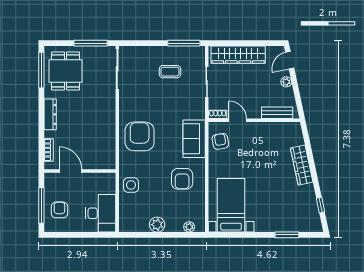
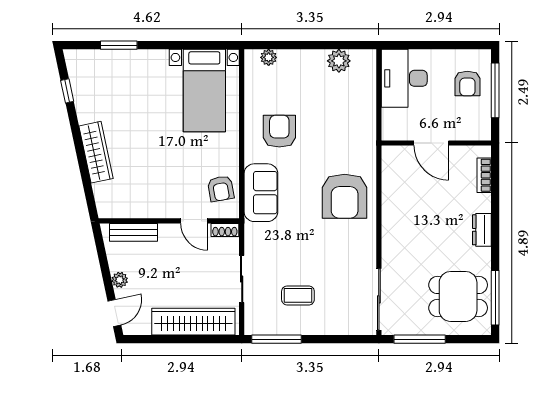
dining table: (66, 71) -> (458, 296), turned 90
dresser: (50, 114) -> (482, 230), width x0.70
door: (71, 171) -> (431, 143), moved
side table: (131, 185) -> (358, 122), removed
plant: (157, 225) -> (339, 61), moved

